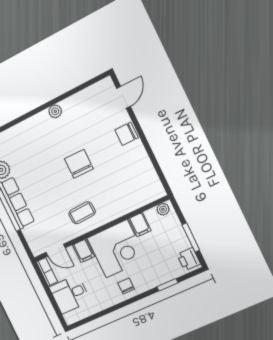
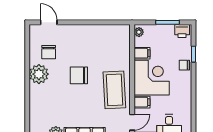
plant: (55, 111) -> (39, 74), width x1.88, depth x1.88
chair: (127, 134) -> (49, 52), moved
coffee table: (82, 213) -> (114, 90), width x1.86, depth x1.72
chair: (126, 286) -> (184, 65), moved

